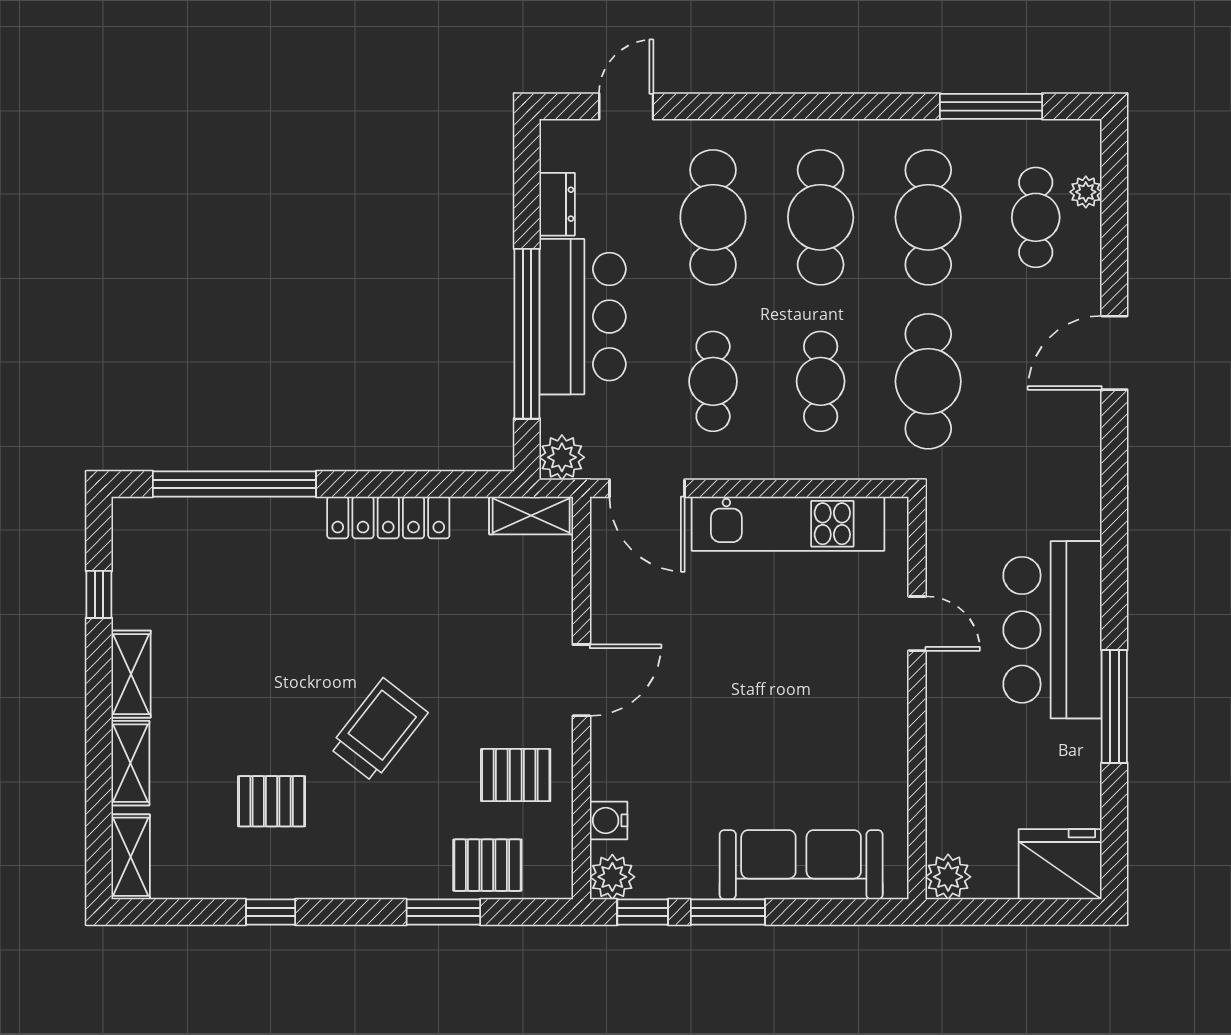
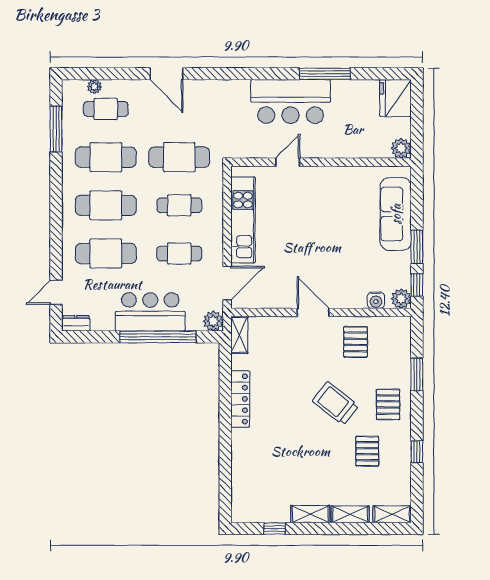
door: (626, 106) -> (56, 292), hinge flipped
dresser: (557, 204) -> (76, 323), moved
window: (234, 484) -> (225, 468), removed
pallet: (487, 865) -> (388, 404), moved

